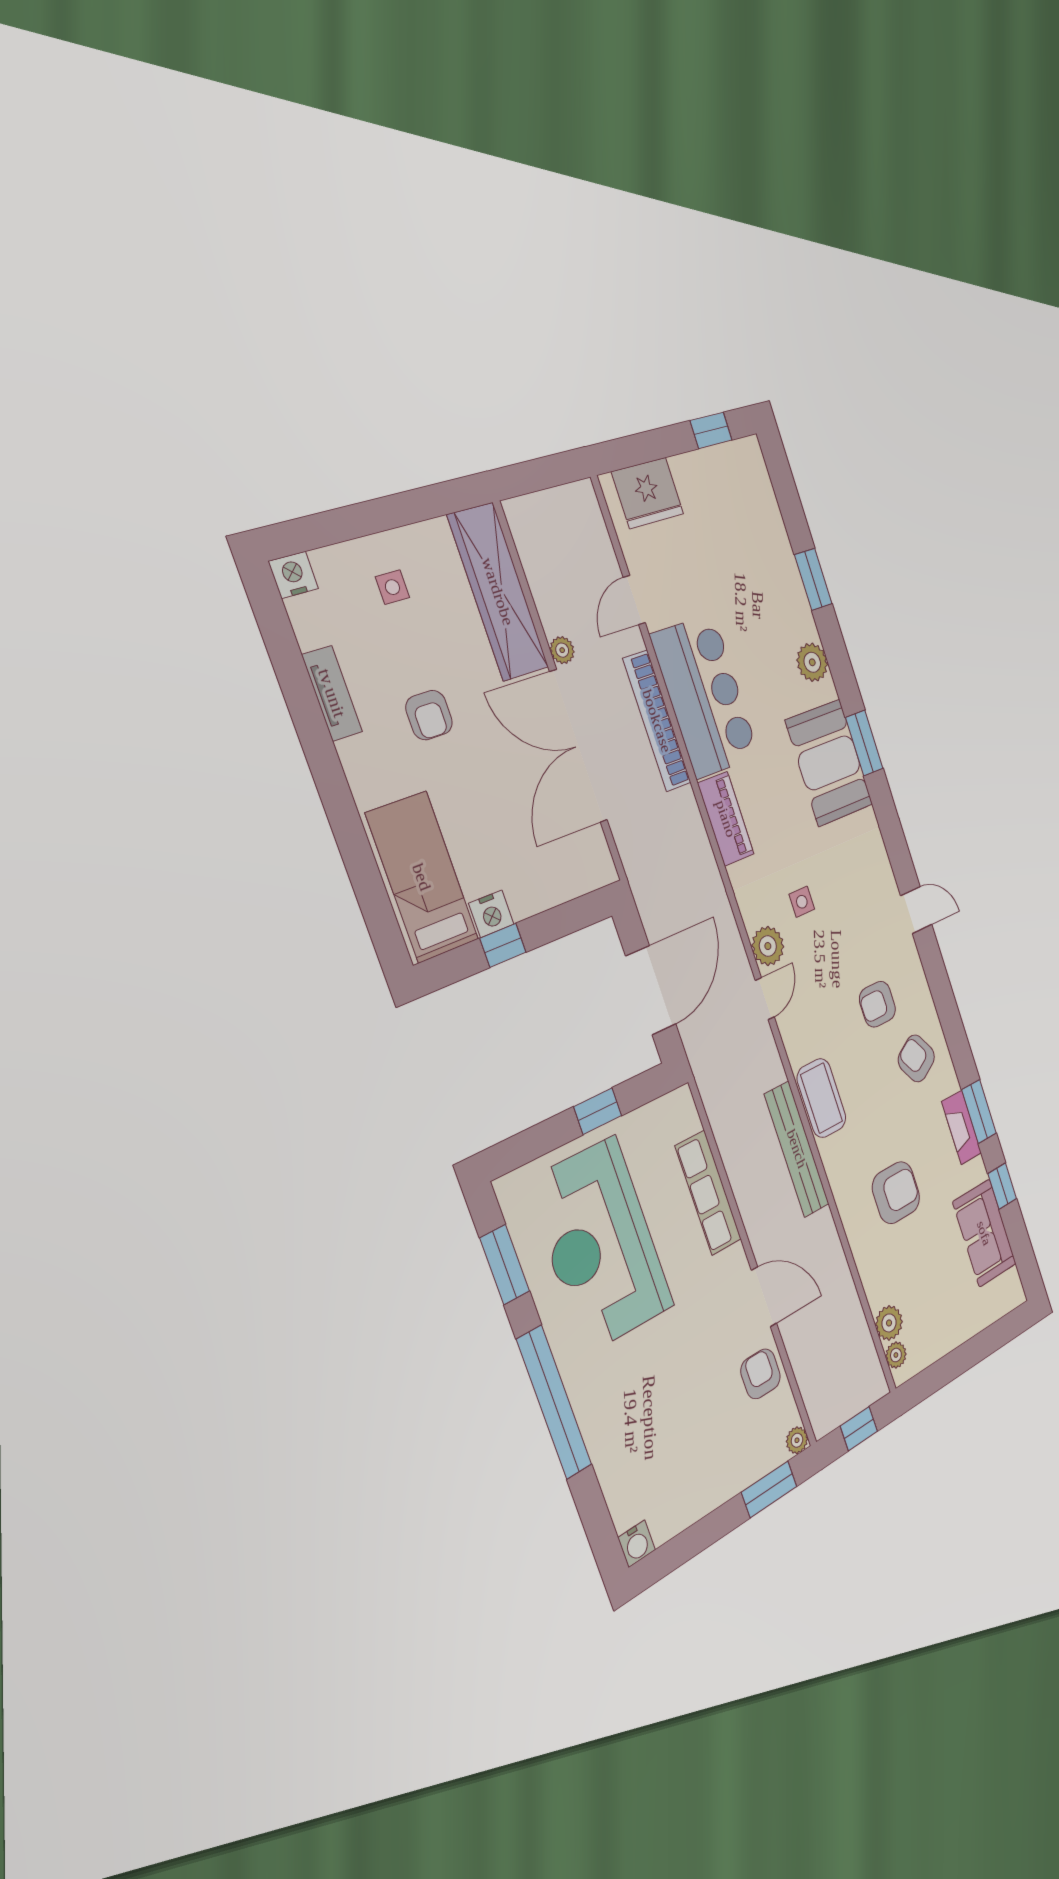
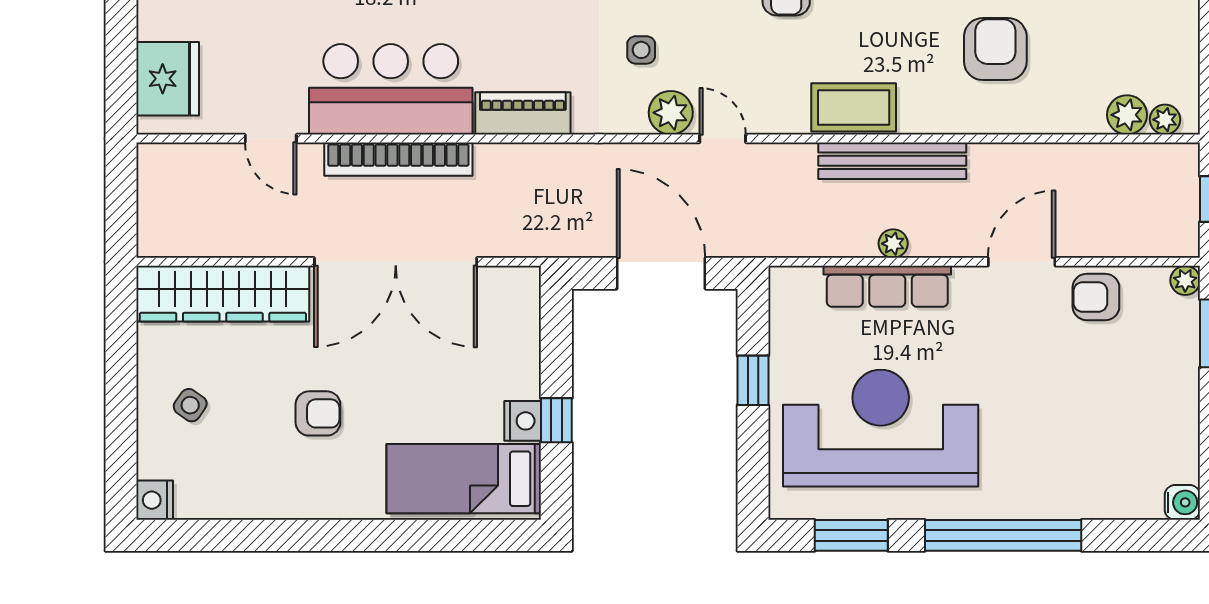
side table: (392, 587) -> (190, 405), turned 35
plant: (562, 650) -> (893, 244), moved
tv unit: (332, 693) -> (270, 504), removed
reception desk: (600, 1245) -> (881, 428), turned 180

